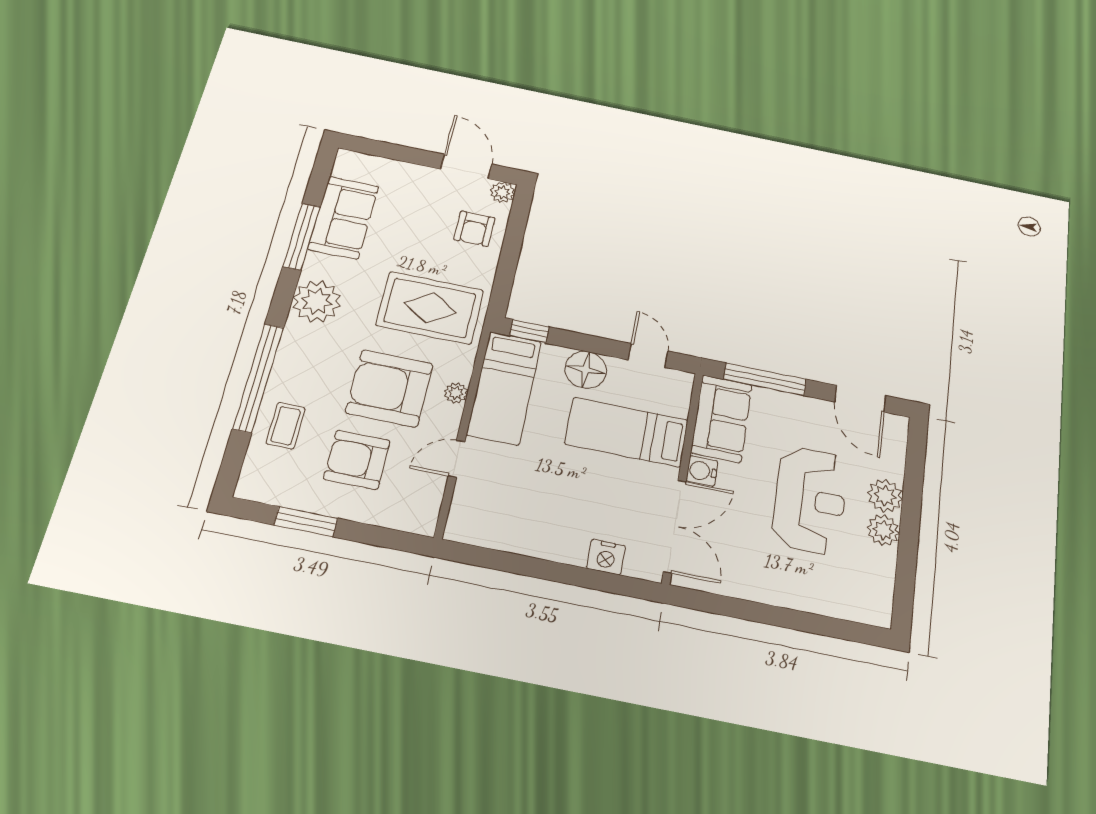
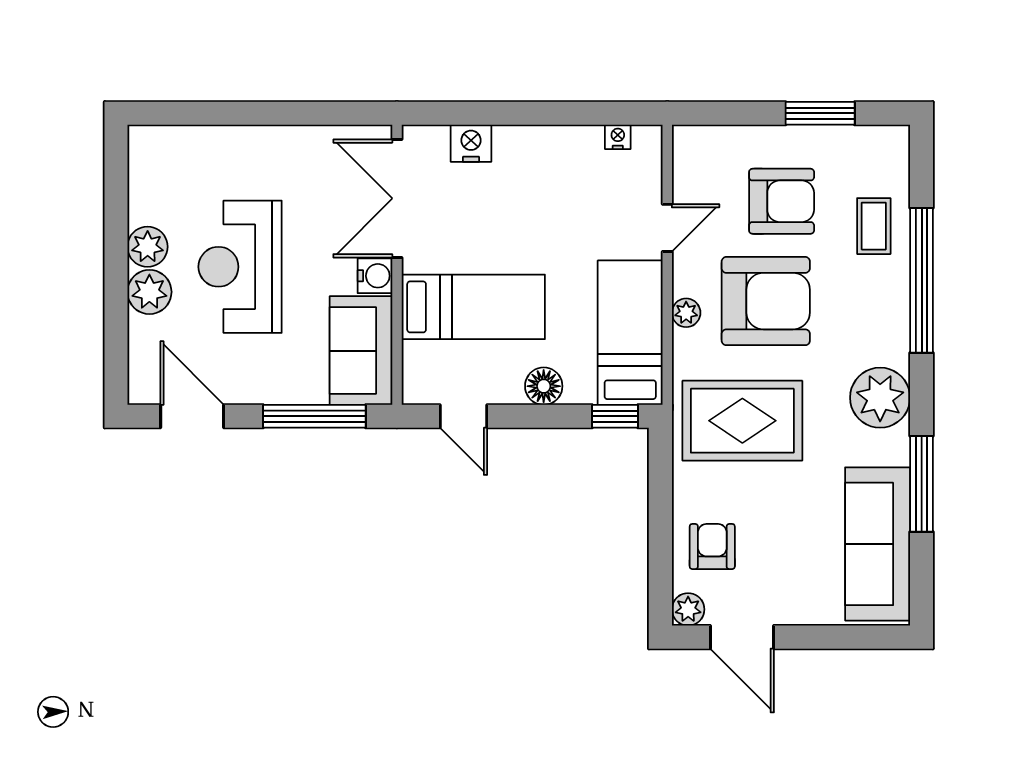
sofa: (343, 218) -> (878, 544), width x1.36
floor lamp: (586, 370) -> (544, 386), width x0.73, depth x0.73
nightstand: (482, 537) -> (618, 137), added

